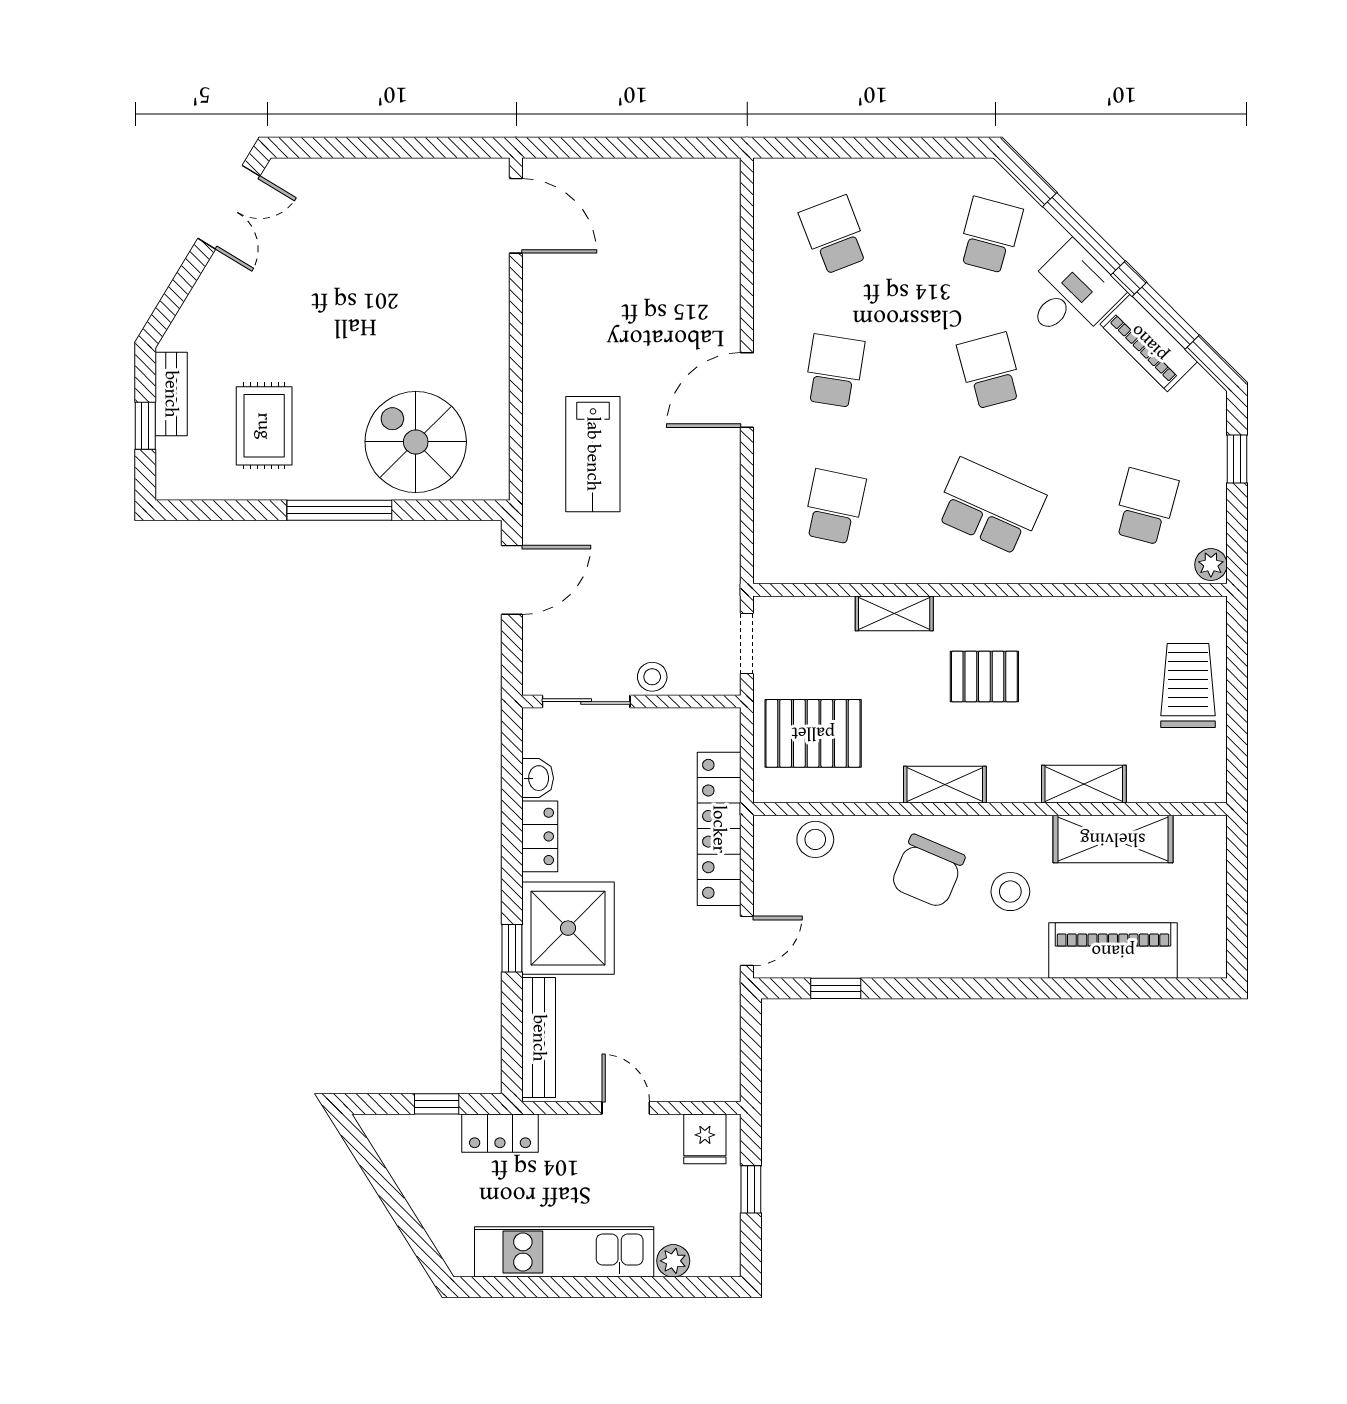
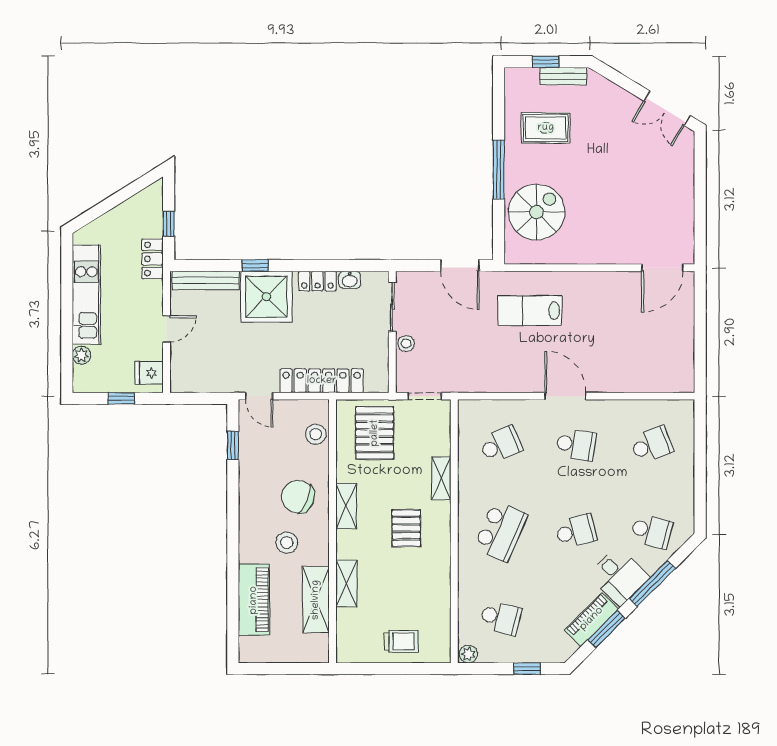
school desk: (834, 507) -> (501, 445), turned -36
trolley: (1188, 685) -> (401, 641), width x0.73, depth x0.72

